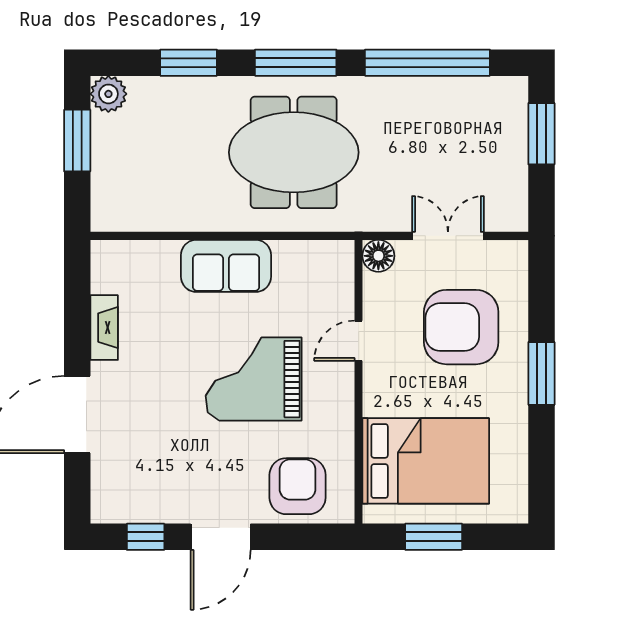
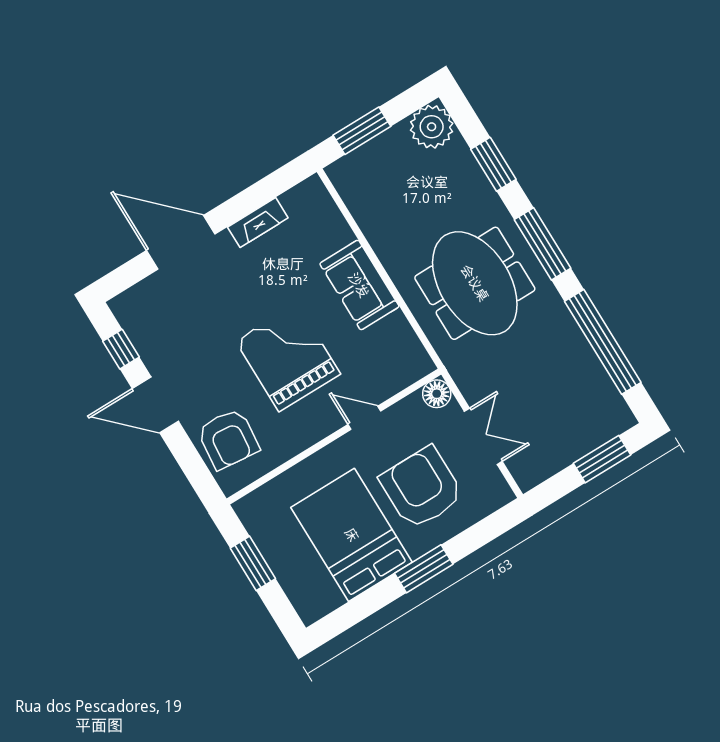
plant: (108, 94) -> (432, 127), width x1.36, depth x1.36
window: (77, 141) -> (362, 131), moved
bed: (426, 461) -> (352, 535), moved, turned 180
armchair: (298, 486) -> (228, 439), turned 96

